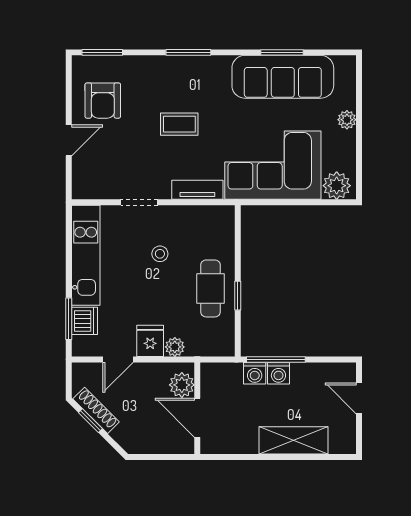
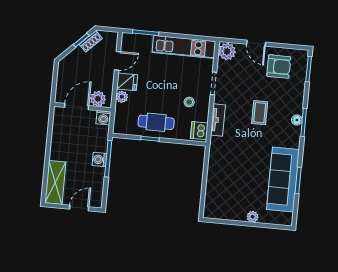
floor lamp: (185, 64) -> (297, 120), added
armchair: (103, 101) -> (279, 67), turned 180
corner sofa: (273, 165) -> (229, 168), removed
plant: (337, 186) -> (227, 51), moved
stool: (160, 254) -> (189, 102), moved
dishwasher: (84, 321) -> (199, 131), moved, turned 90
door: (118, 359) -> (117, 61), swing flipped
washing machine: (255, 373) -> (103, 118), moved, turned -90
shoe rack: (96, 410) -> (91, 41), width x0.70
shelving: (294, 440) -> (55, 182), moved

